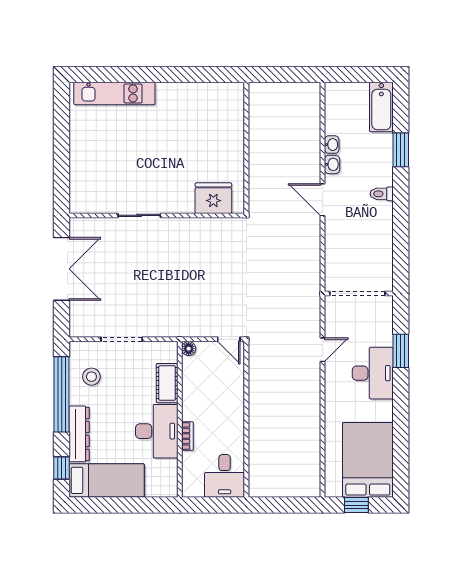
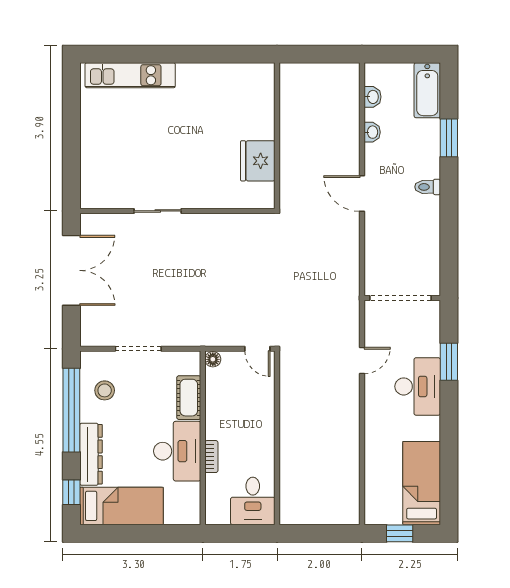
washbasin: (332, 164) -> (372, 97), moved
fridge: (213, 198) -> (258, 161), moved, turned -90
bed: (368, 460) -> (422, 483), width x0.67

